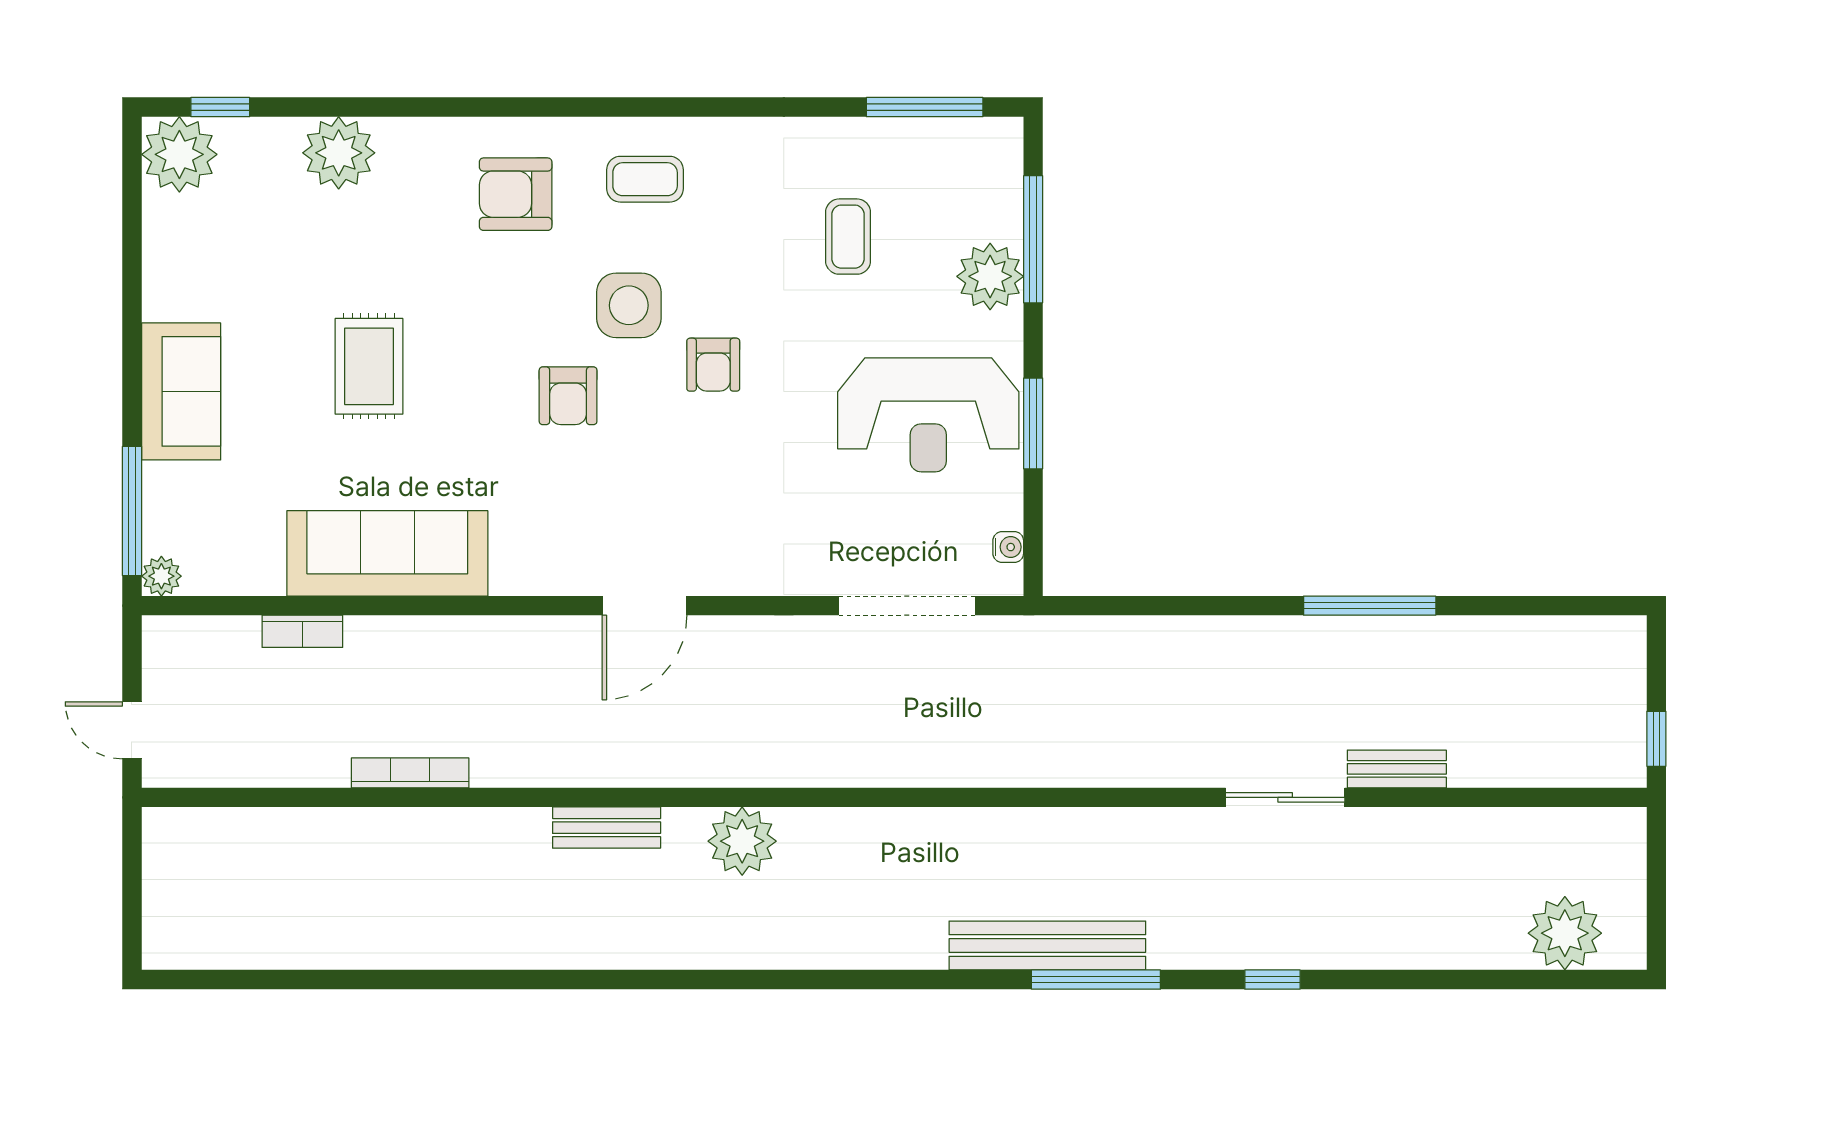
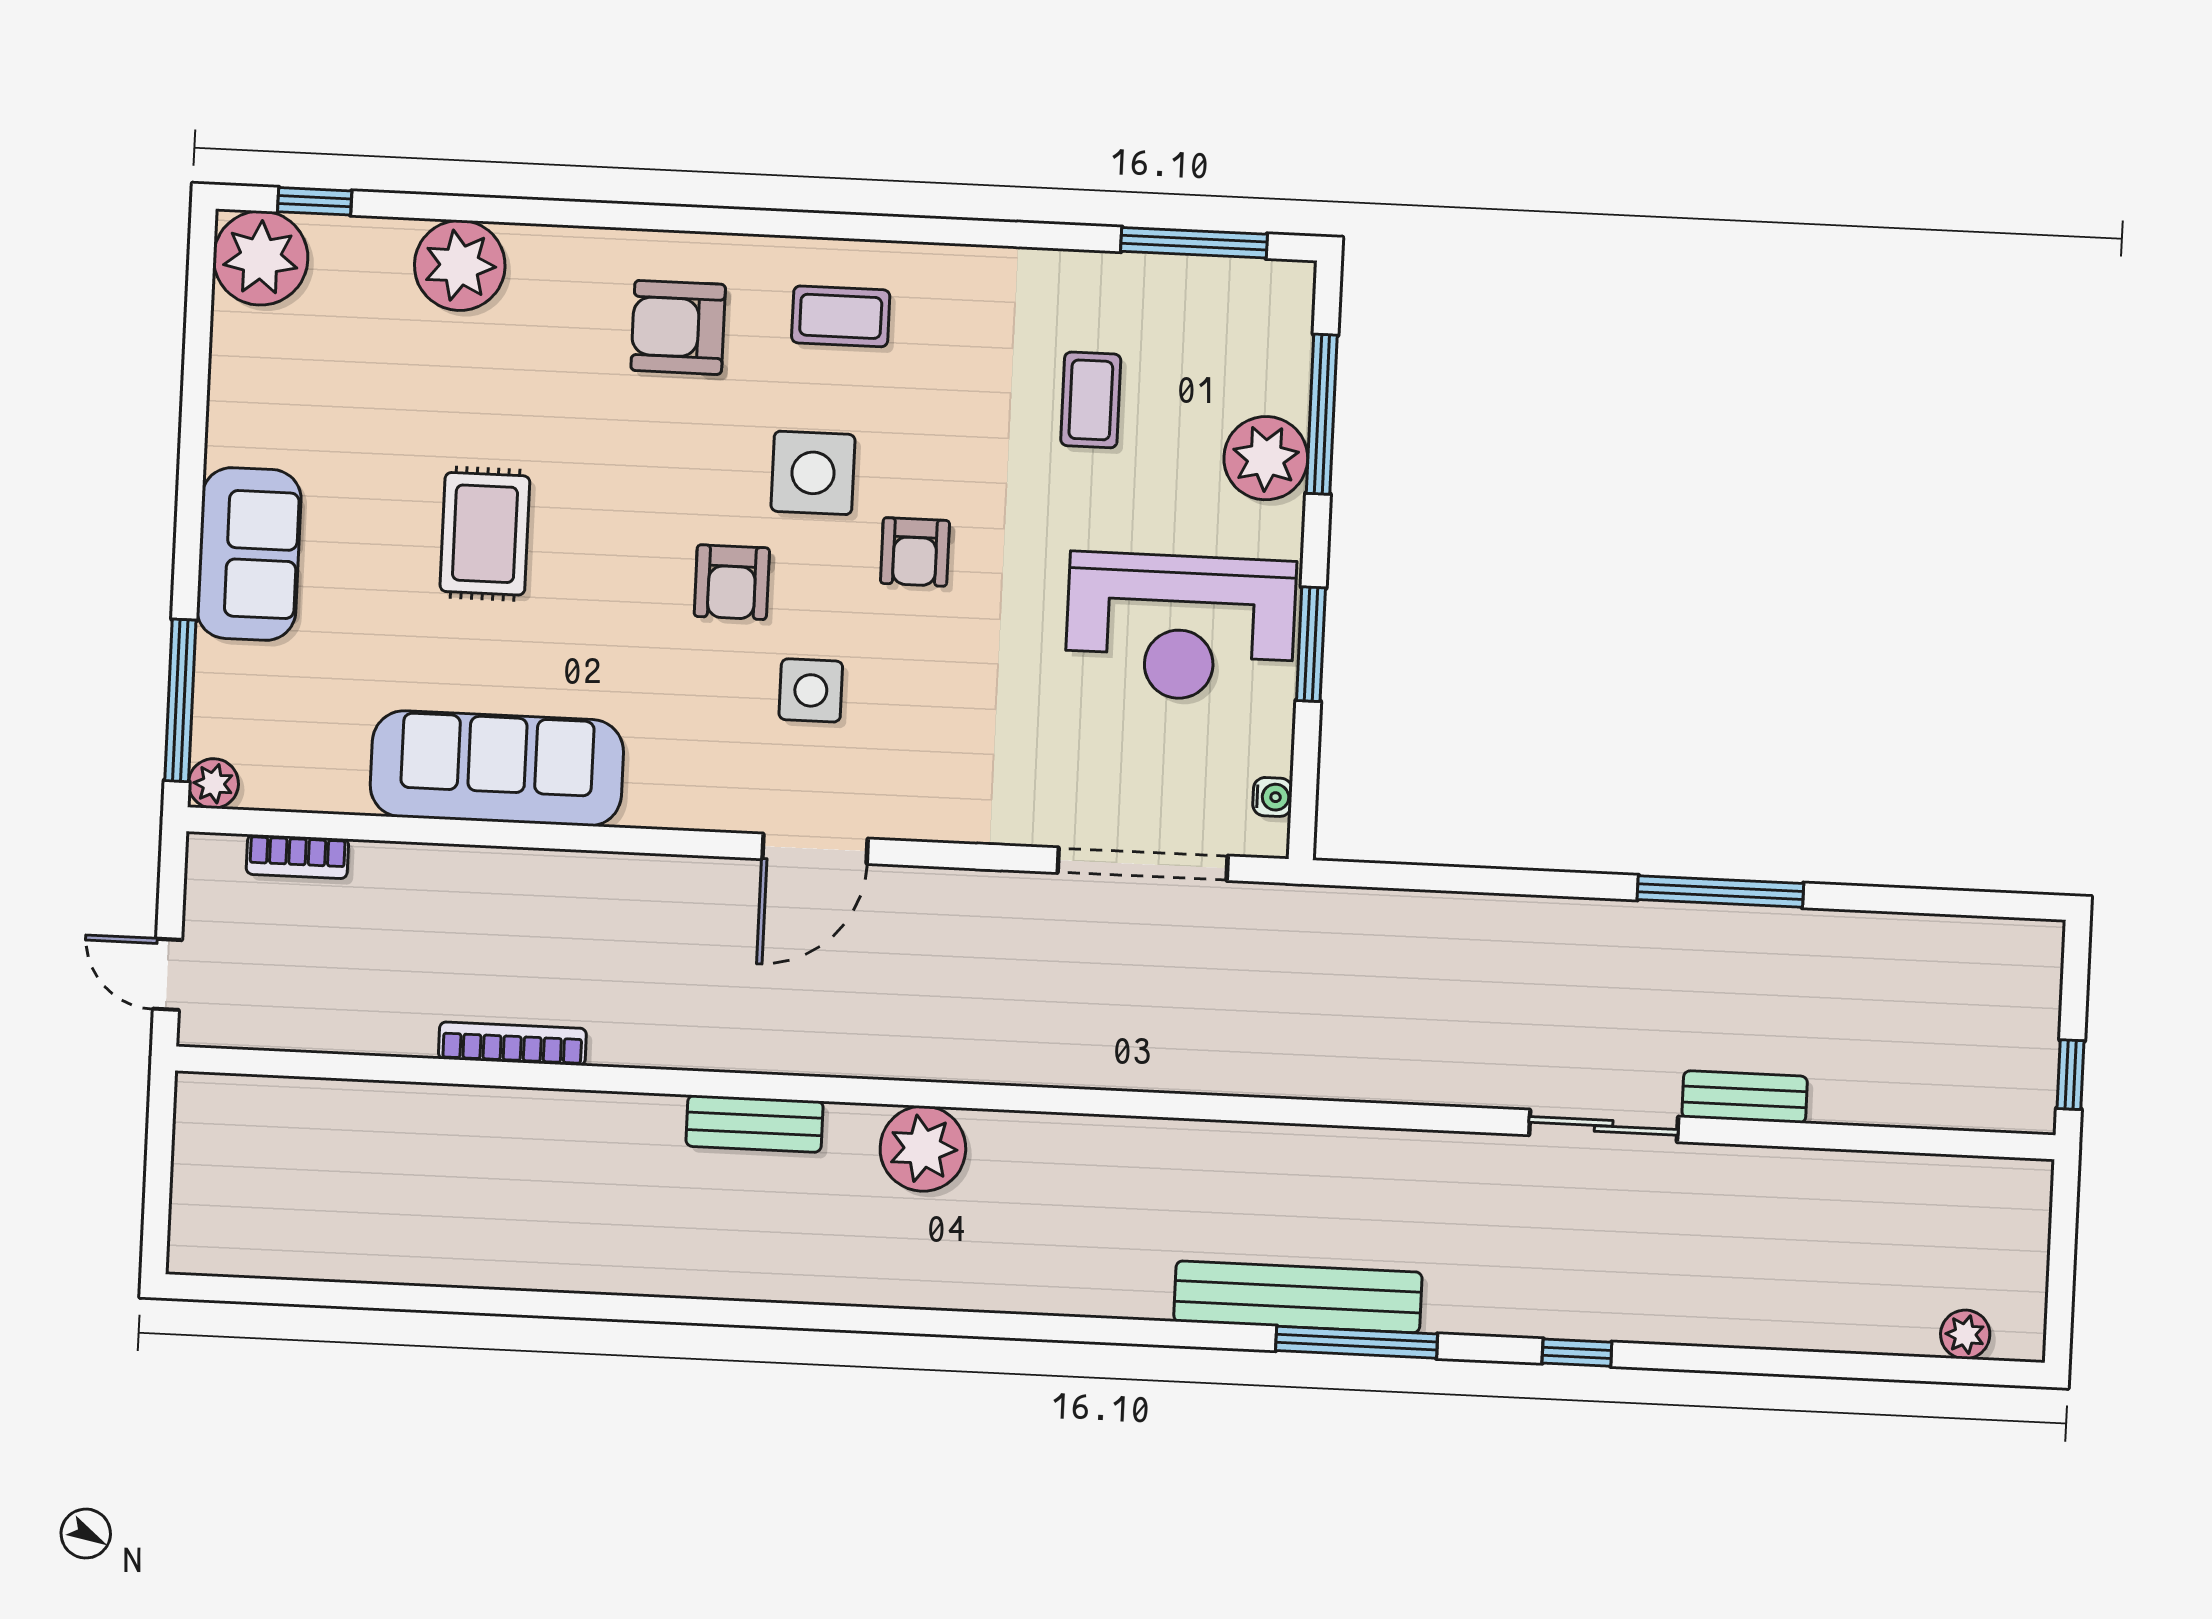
side table: (635, 479) -> (811, 690), added
bookcase: (302, 631) -> (297, 857), moved
plant: (1565, 933) -> (1965, 1334), width x0.53, depth x0.53

